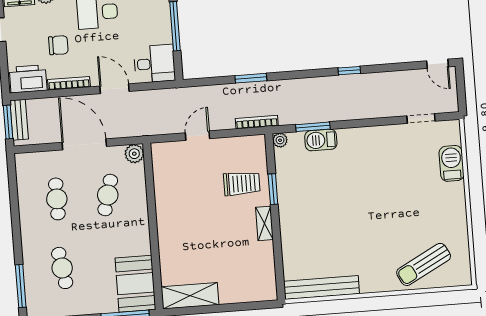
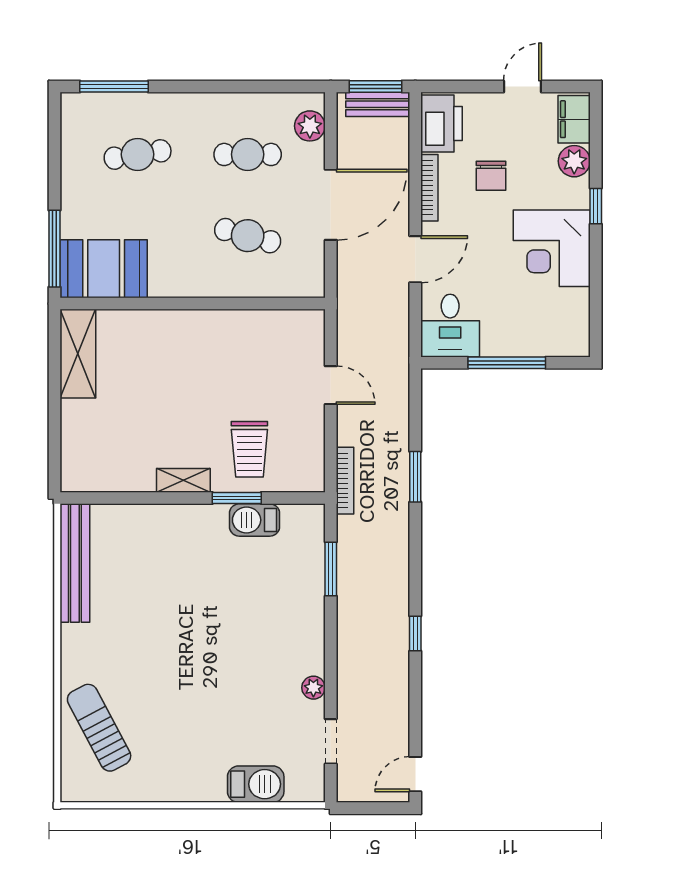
plant: (280, 140) -> (313, 688), moved
barbecue: (321, 140) -> (255, 520), moved, turned -90
plant: (134, 154) -> (310, 126), moved

